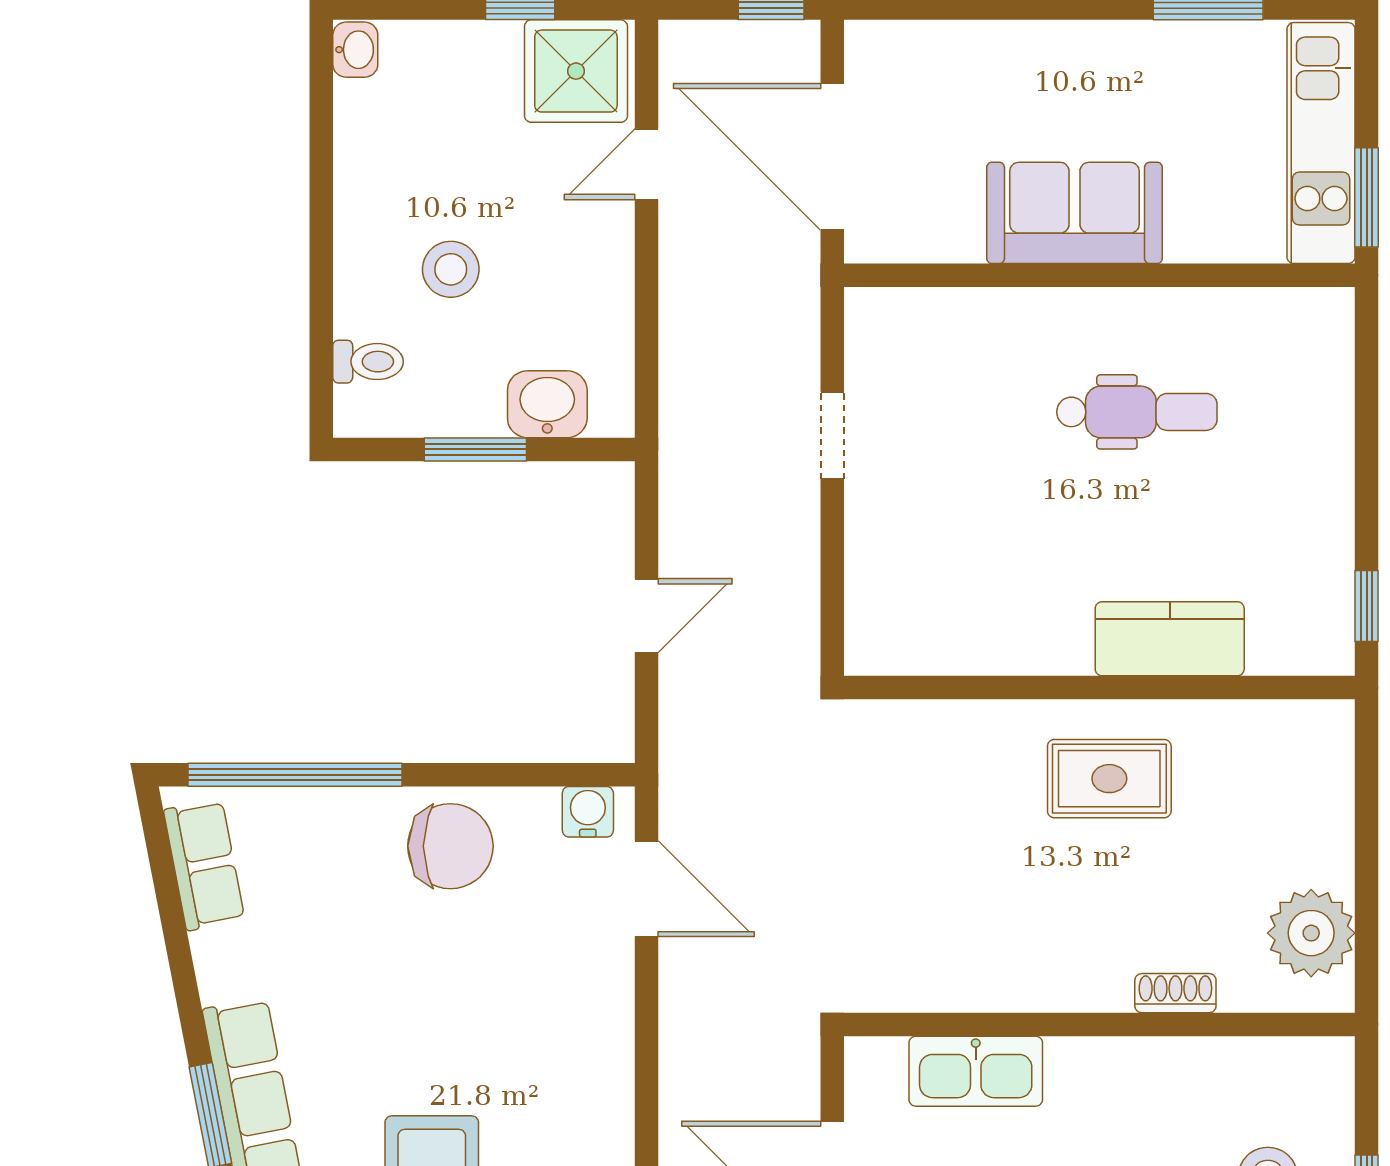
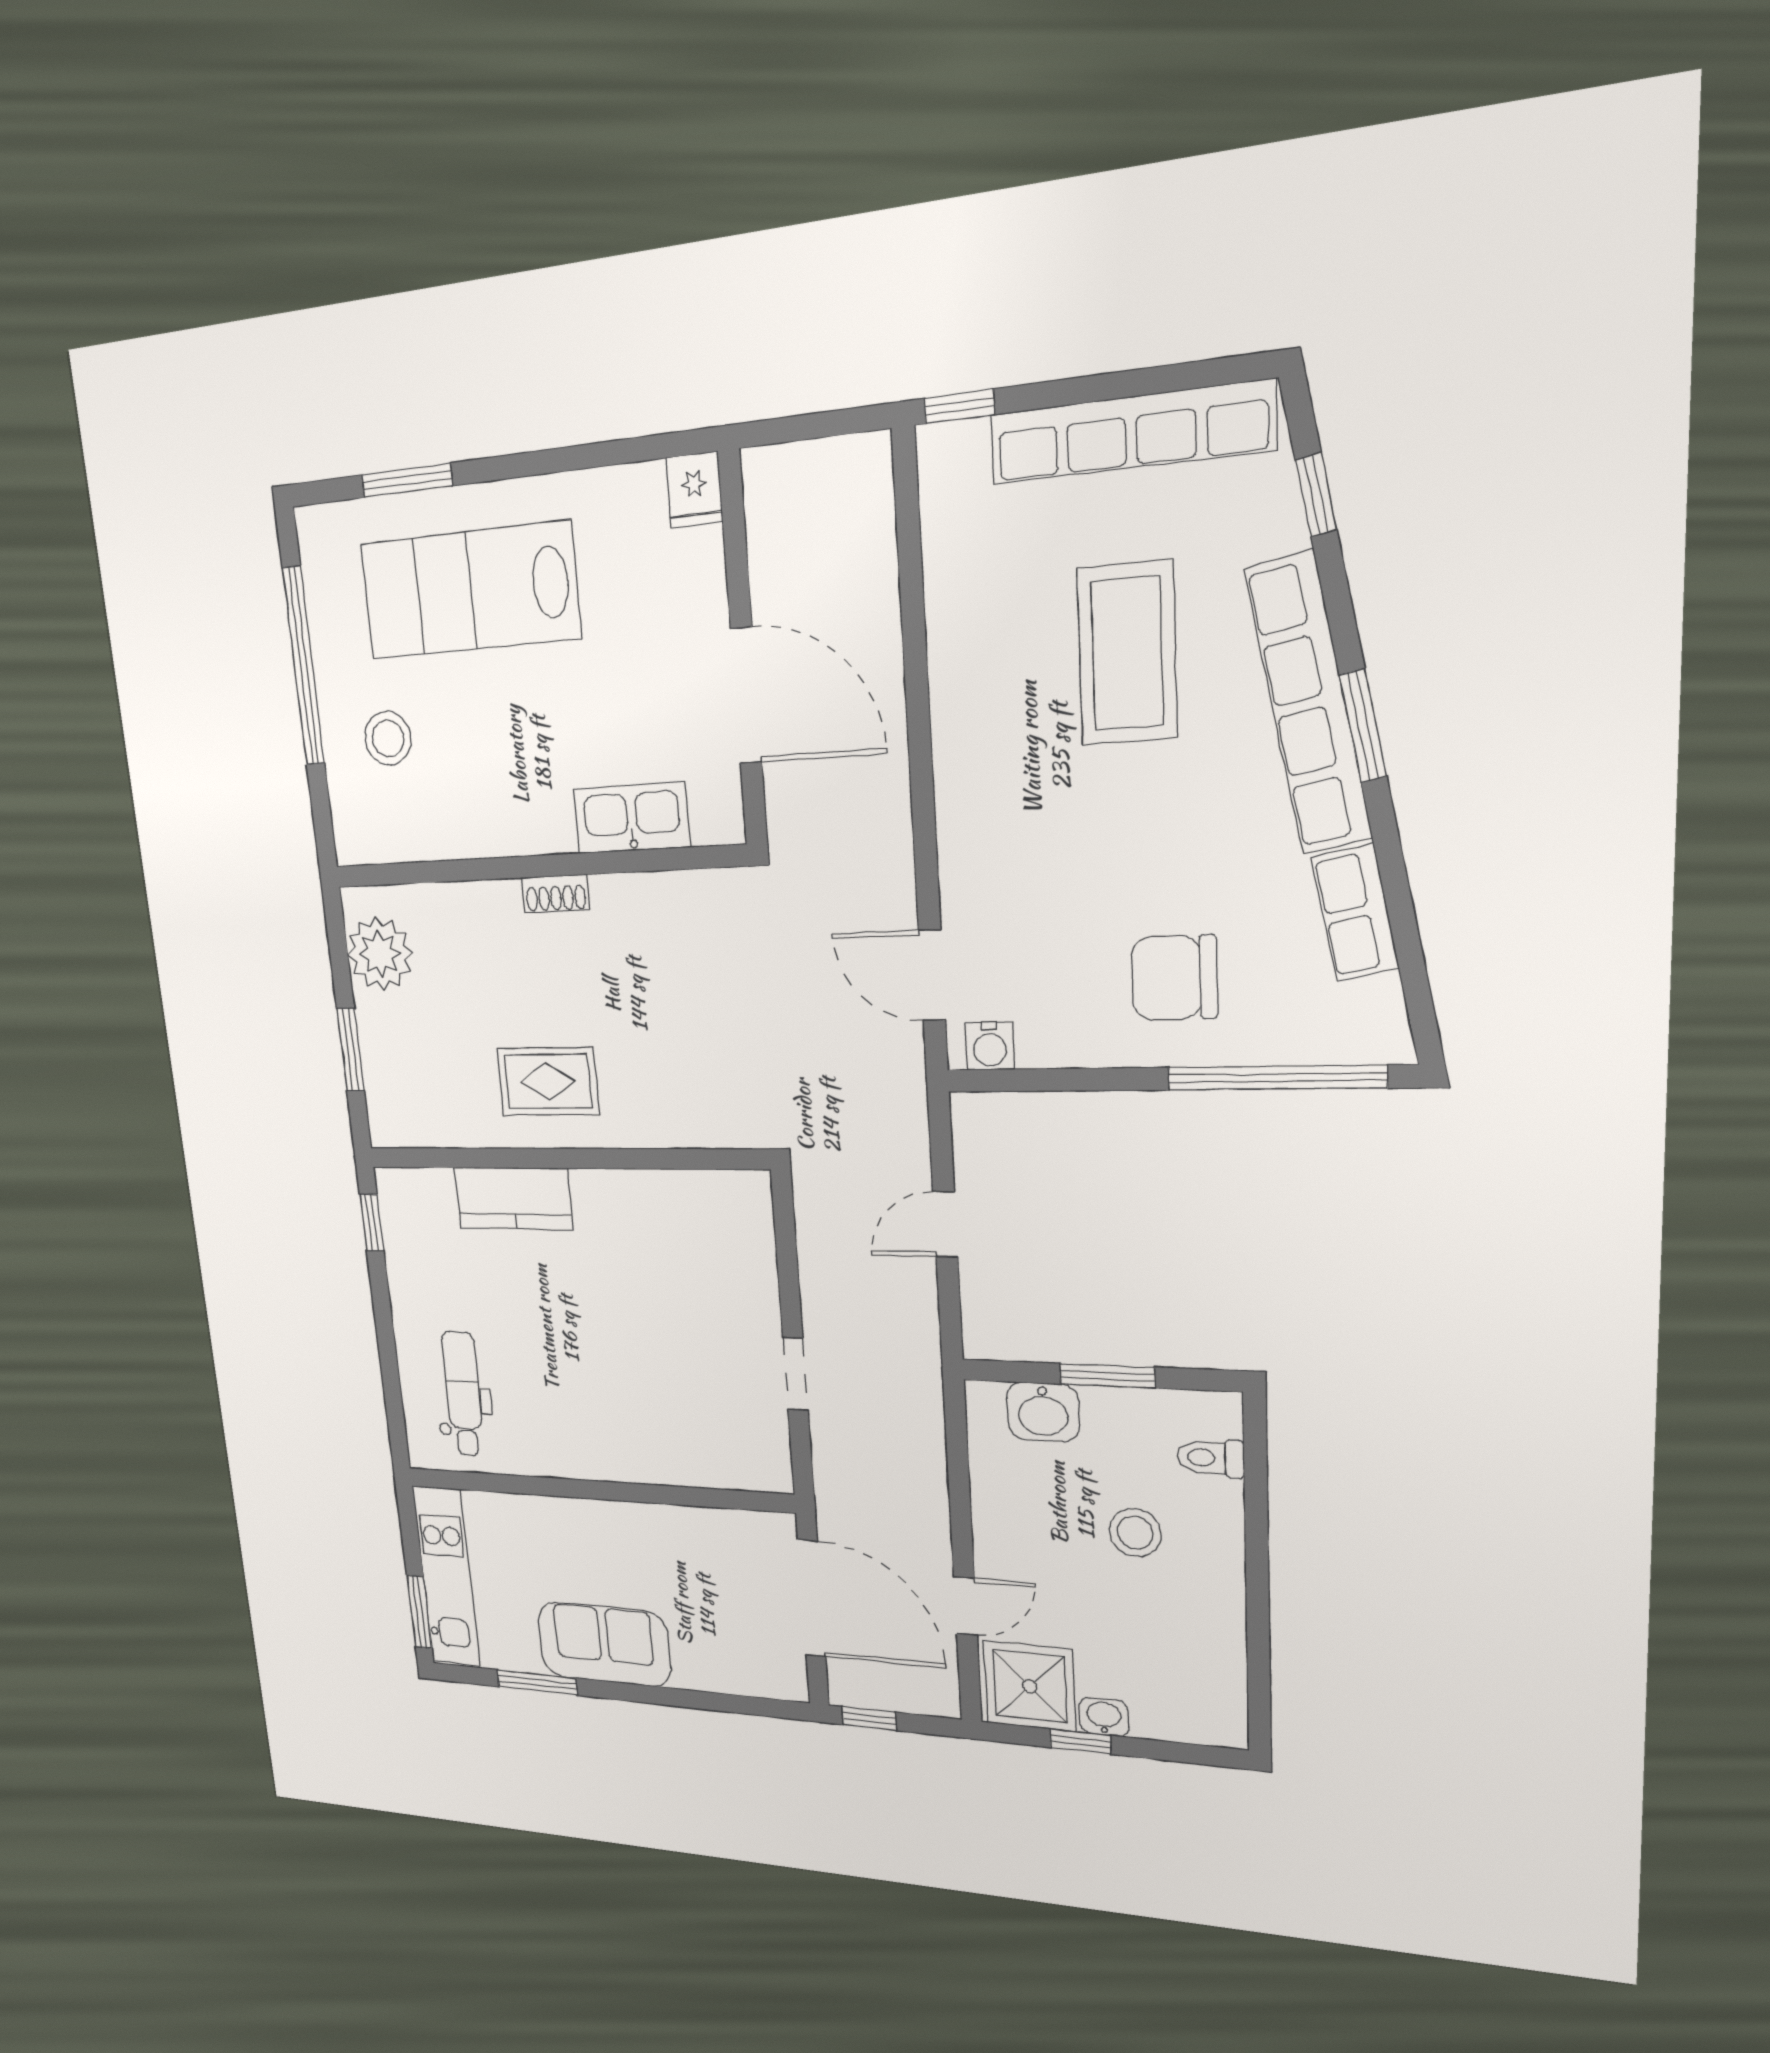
washbasin: (355, 50) -> (1104, 1717), moved, turned 90
window: (1367, 197) -> (419, 1612), moved
sofa: (1074, 213) -> (604, 1644), moved, turned 180
dental chair: (1137, 412) -> (463, 1394), moved, turned 91
window: (1367, 820) -> (351, 1050), added
chair: (450, 846) -> (1174, 978), moved
row of seats: (204, 865) -> (1355, 913), moved
shoe rack: (1175, 993) -> (556, 894), moved

